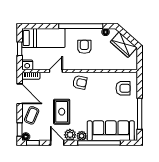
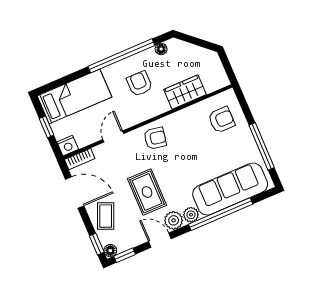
wardrobe: (124, 45) -> (185, 92), moved, turned 138

